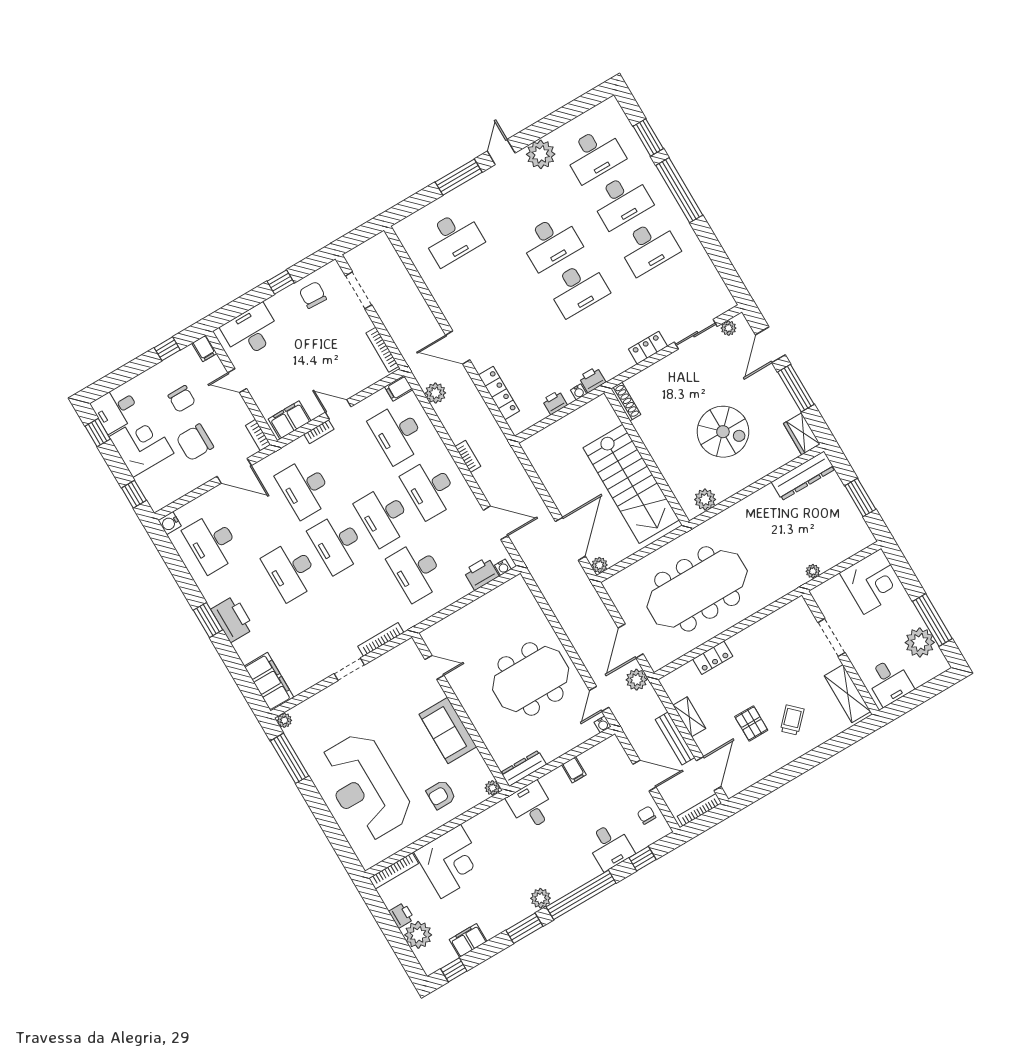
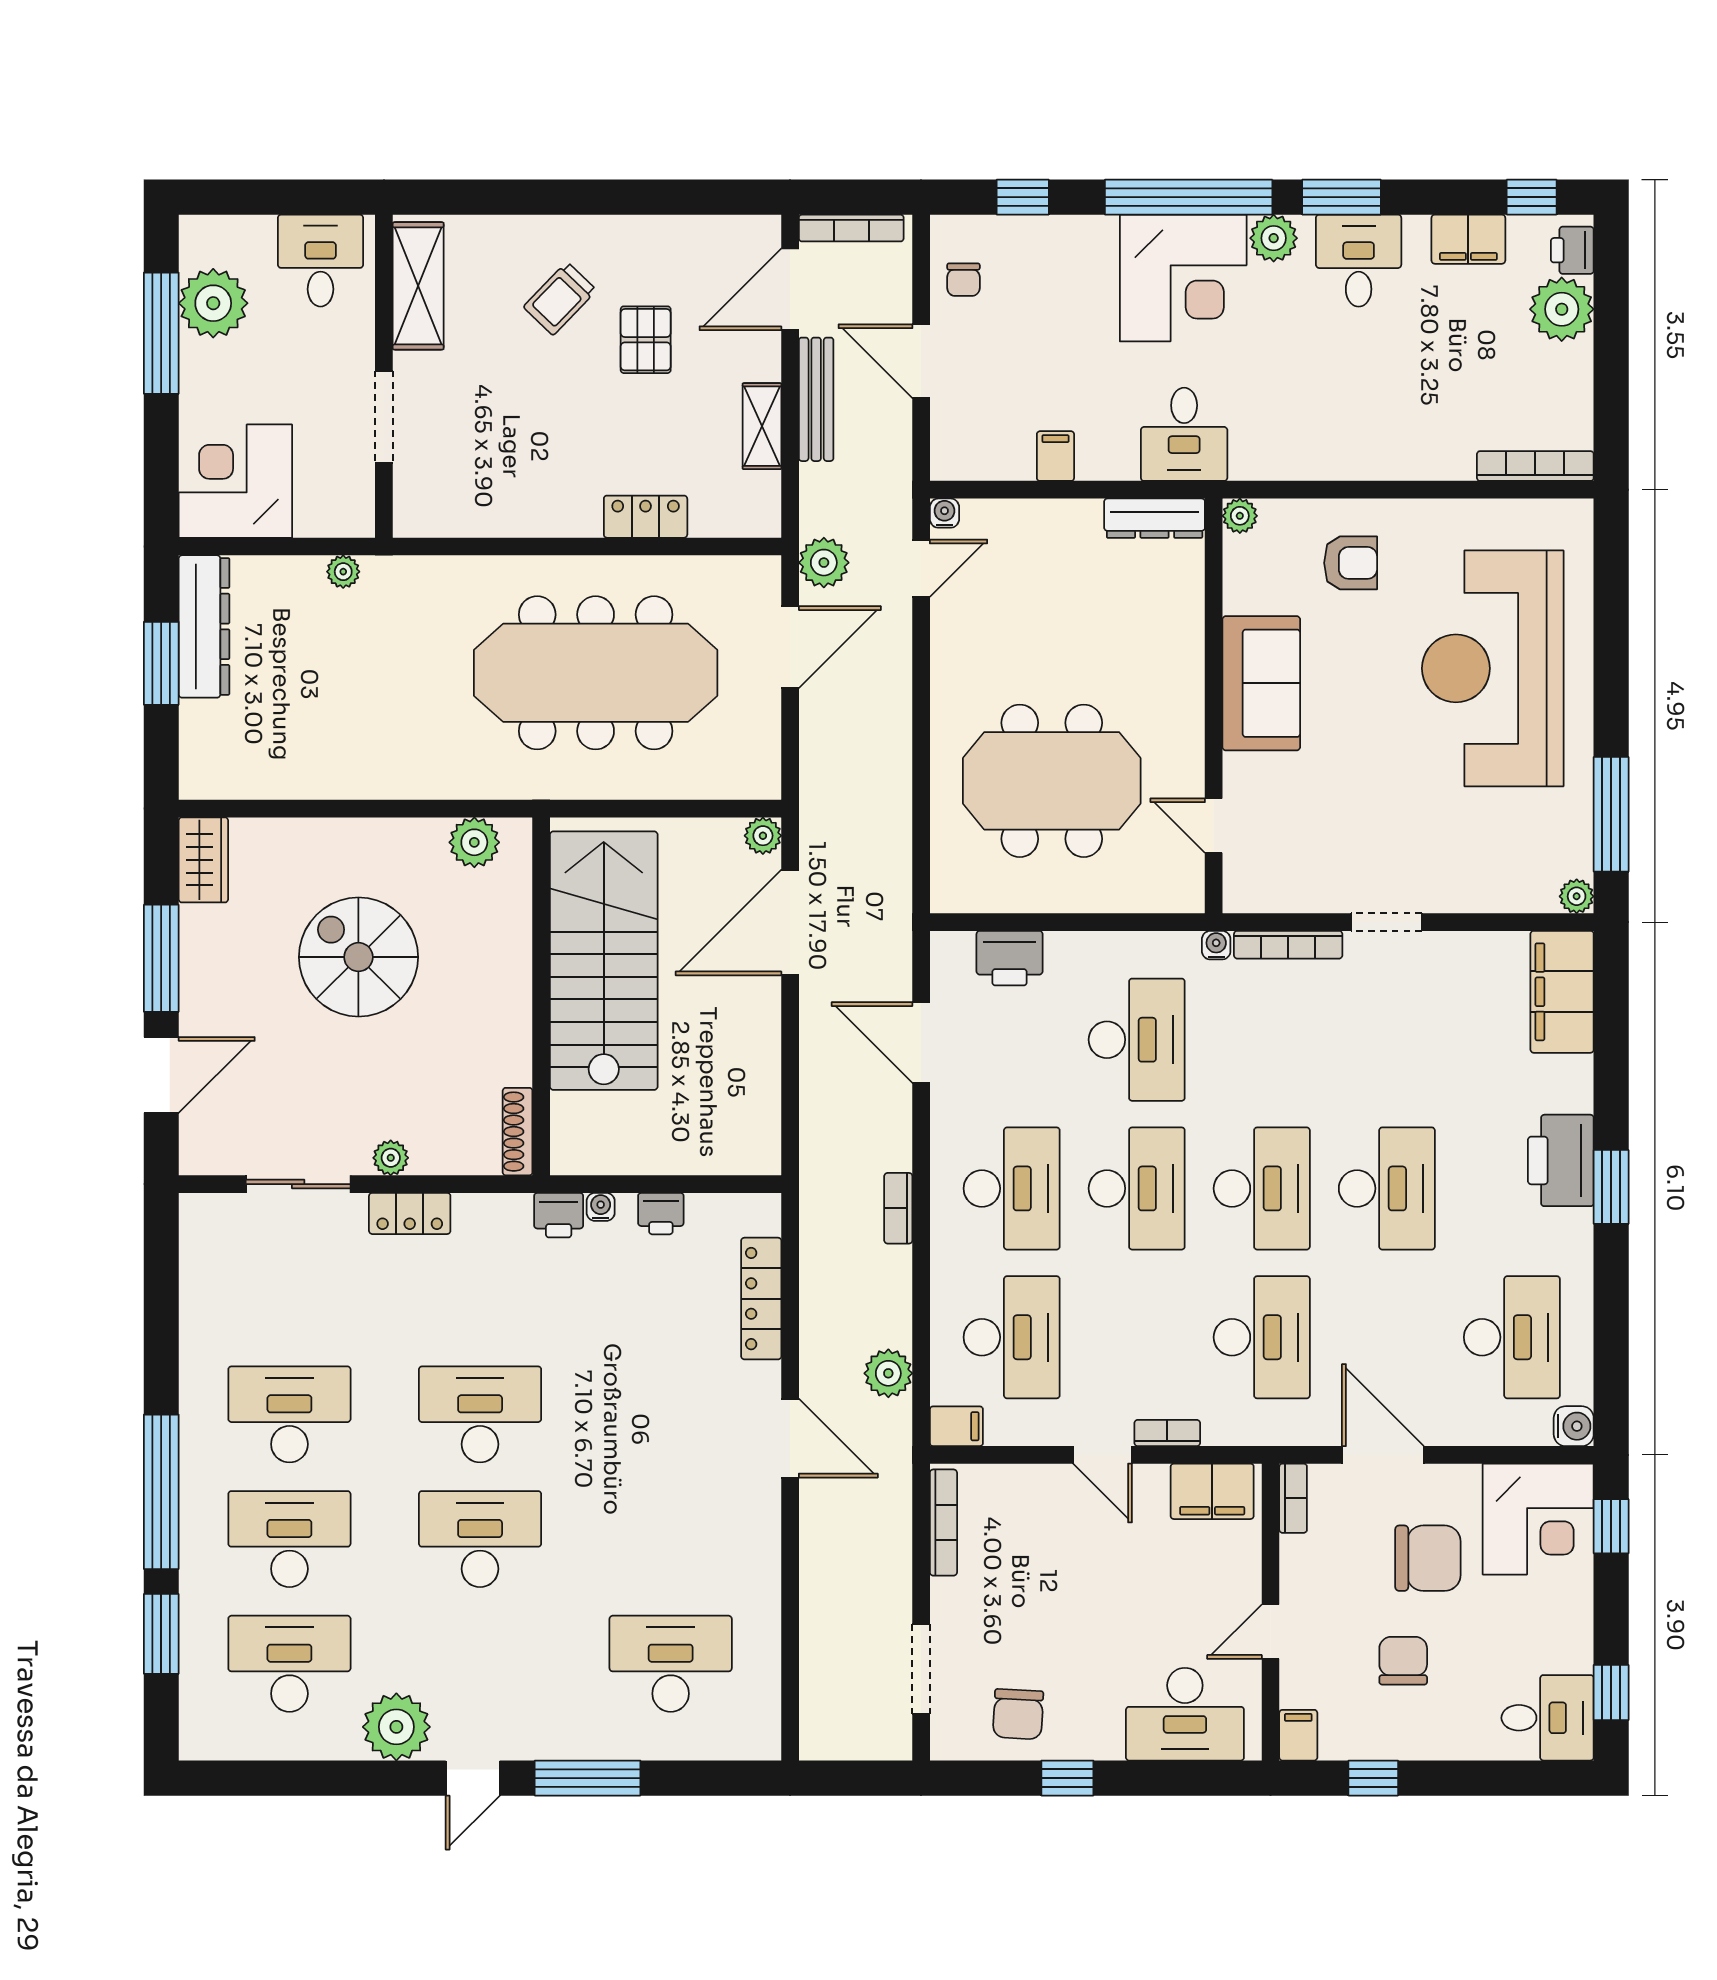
plant: (729, 328) -> (391, 1158), moved
door: (237, 381) -> (1270, 1632), swing flipped
corner desk: (141, 445) -> (1538, 1519), moved, turned -90
dresser: (803, 476) -> (204, 626), moved, turned 90
water cooler: (503, 567) -> (1216, 945), moved
meeting table: (531, 679) -> (1052, 781), moved
reception desk: (365, 787) -> (1493, 668), turned 180
desk: (610, 846) -> (1359, 261), moved
corner desk: (451, 862) -> (1183, 278), moved, turned 180
printer: (401, 915) -> (1572, 250), moved

